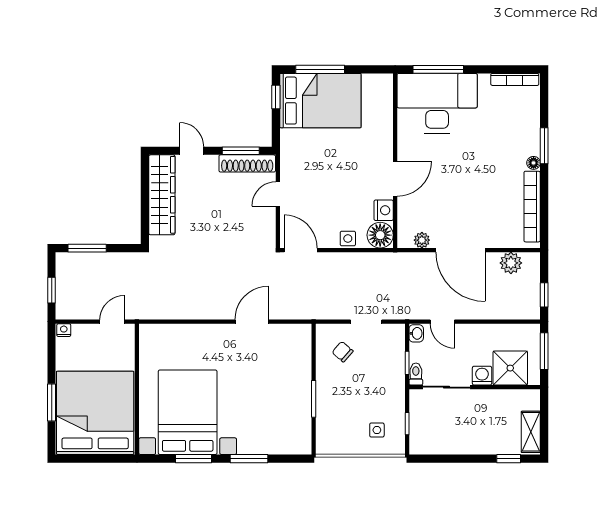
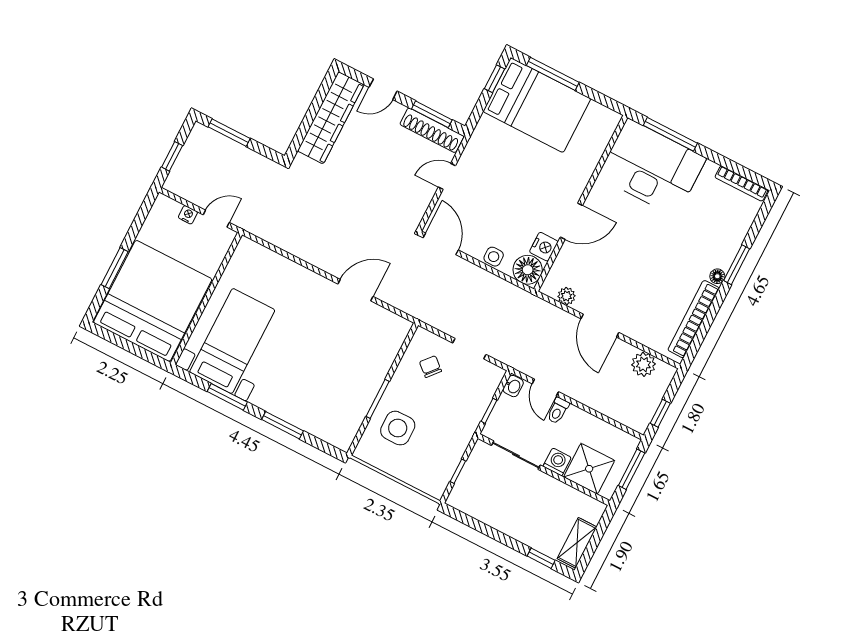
door: (192, 151) -> (383, 89), swing flipped
door: (460, 250) -> (600, 326), width x0.73
nightstand: (64, 330) -> (188, 215), moved
toilet: (416, 374) -> (558, 411), moved, turned 180
bed with nightstands: (188, 412) -> (232, 341), width x0.73
side table: (377, 430) -> (398, 428), moved, width x1.87, depth x1.87

